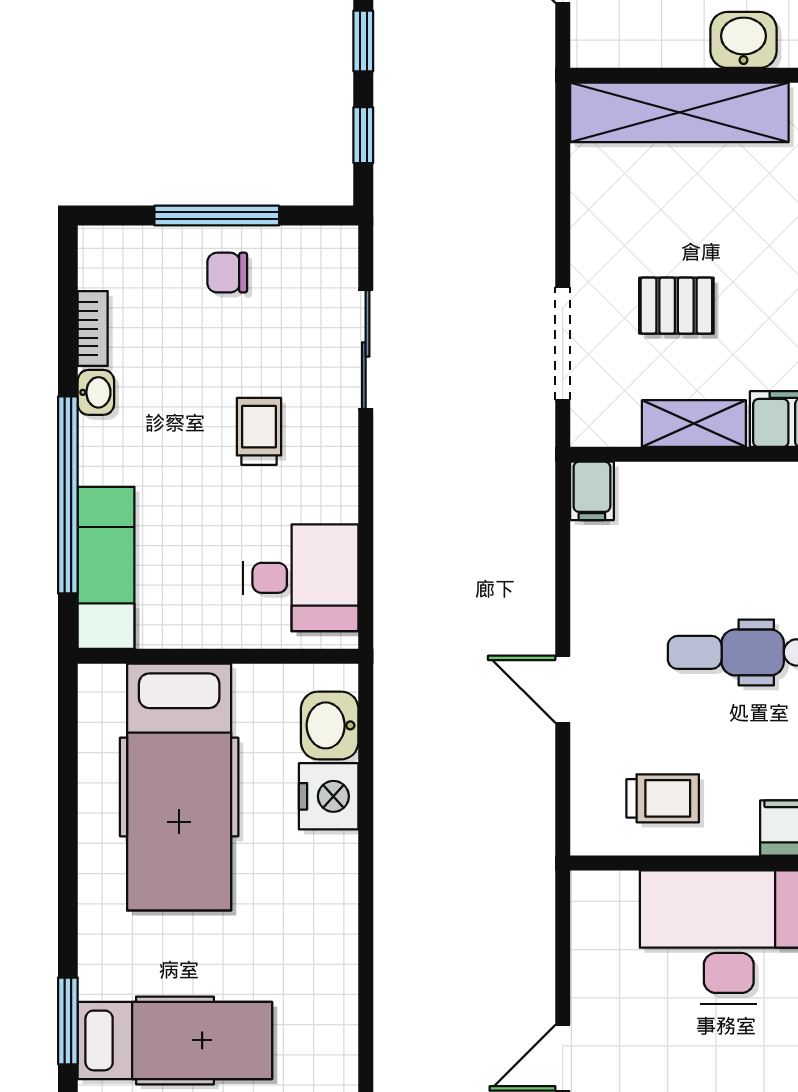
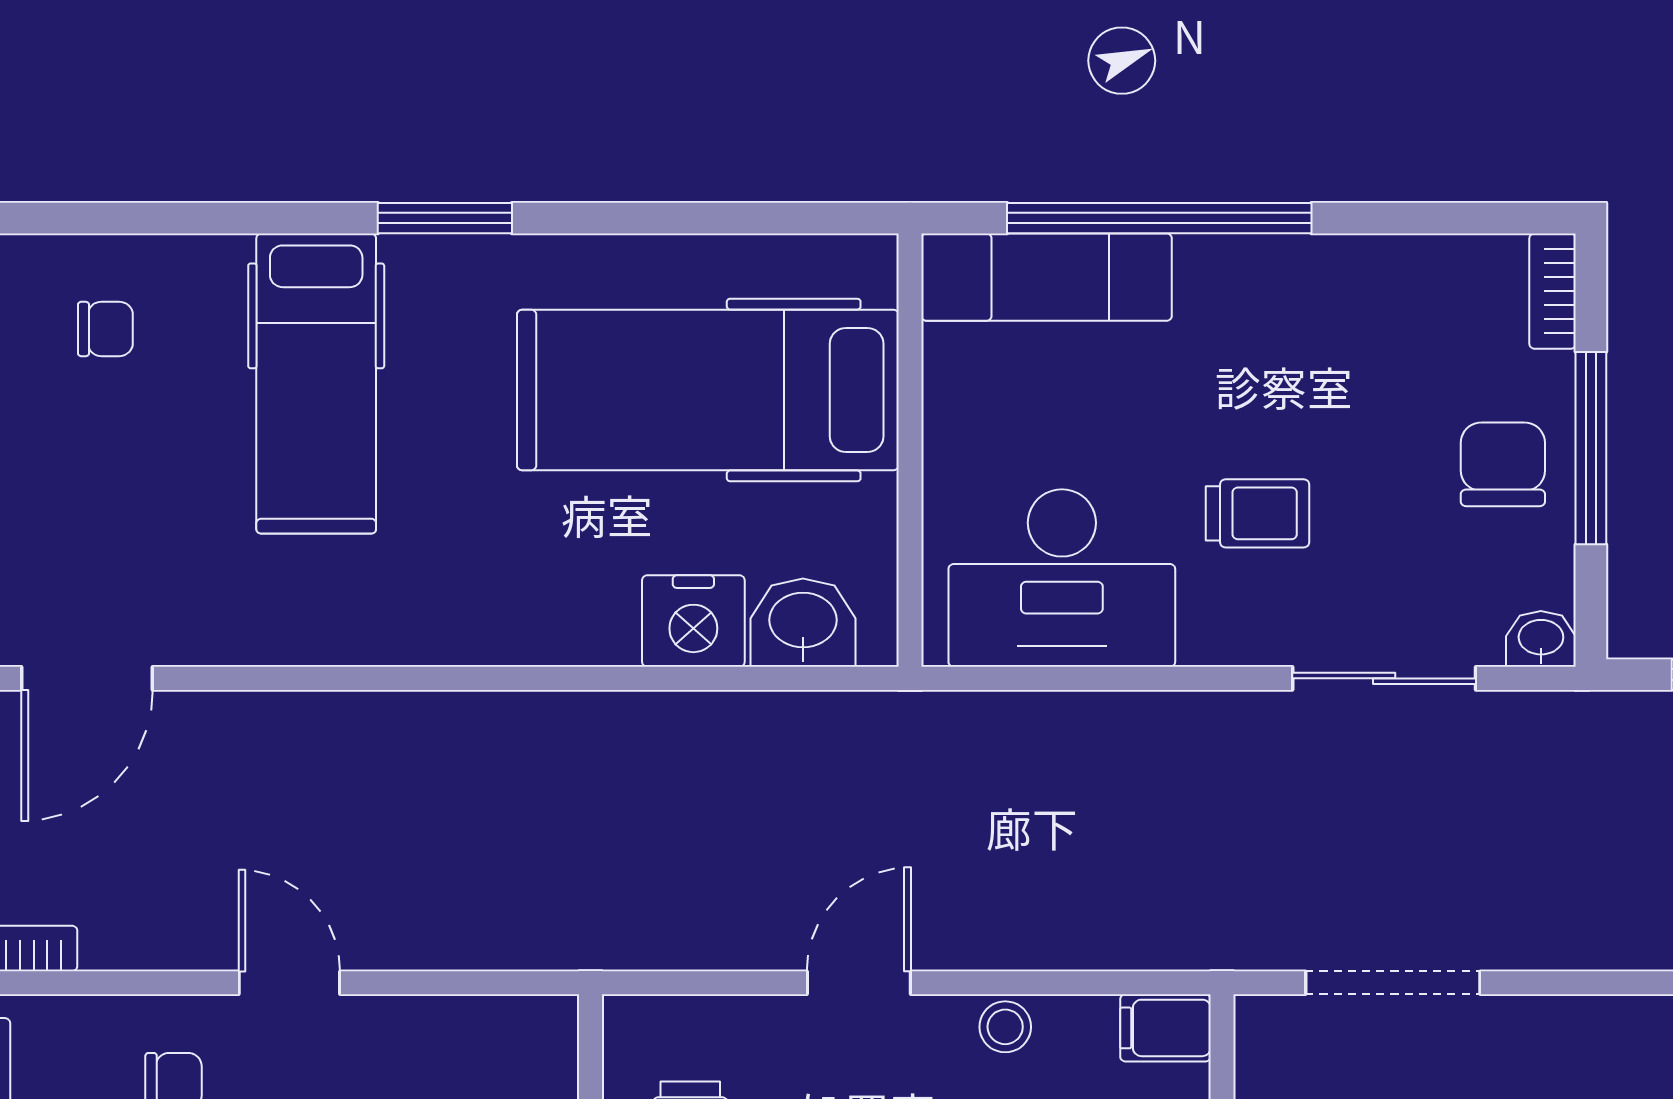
chair: (227, 273) -> (1503, 464), width x1.37, depth x1.37
bookcase: (93, 329) -> (1553, 291), moved, turned 90
washbasin: (96, 392) -> (1541, 639), moved, turned 180
desk: (301, 578) -> (1062, 578), width x1.37
stool: (591, 595) -> (1005, 1027), added
window: (68, 1021) -> (445, 218), moved

